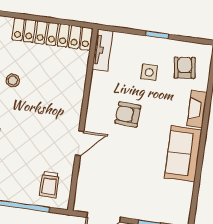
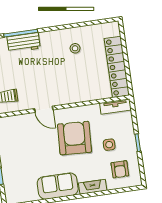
armchair: (185, 68) -> (120, 169), turned 97
armchair: (128, 114) -> (75, 138), width x1.88, depth x1.88

